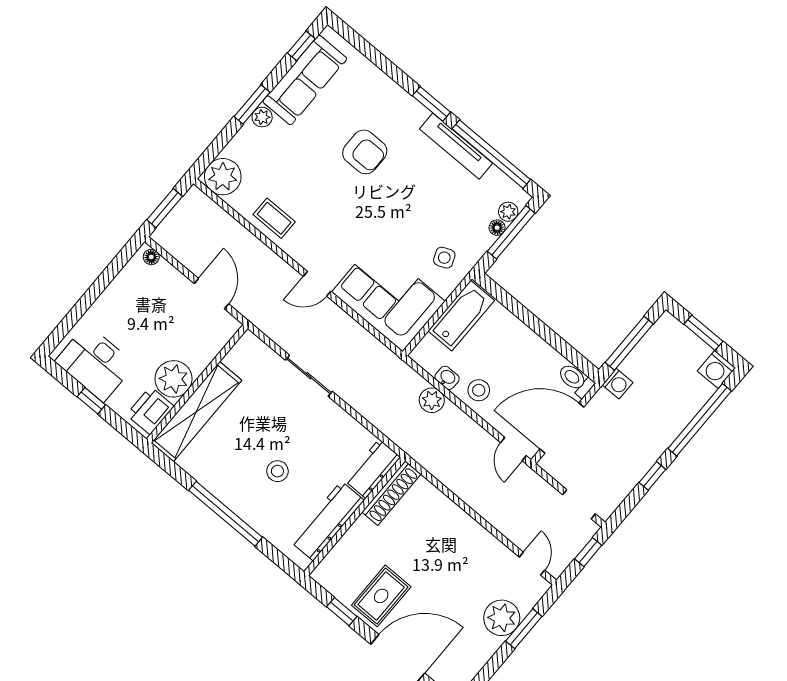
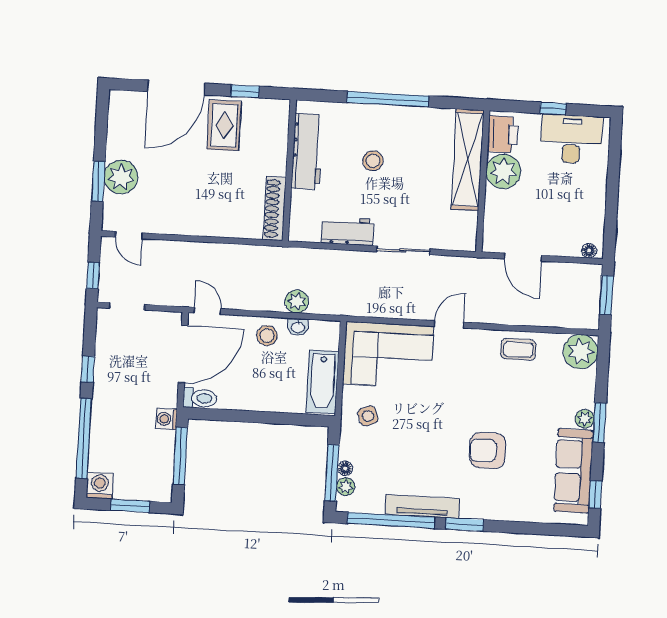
workbench: (372, 469) -> (348, 231), moved, turned -90

